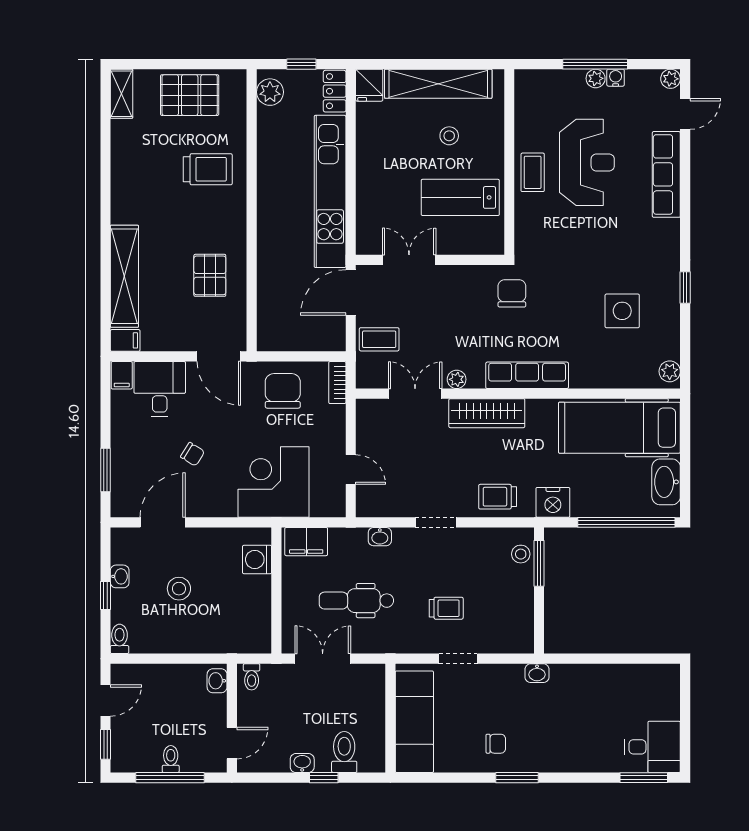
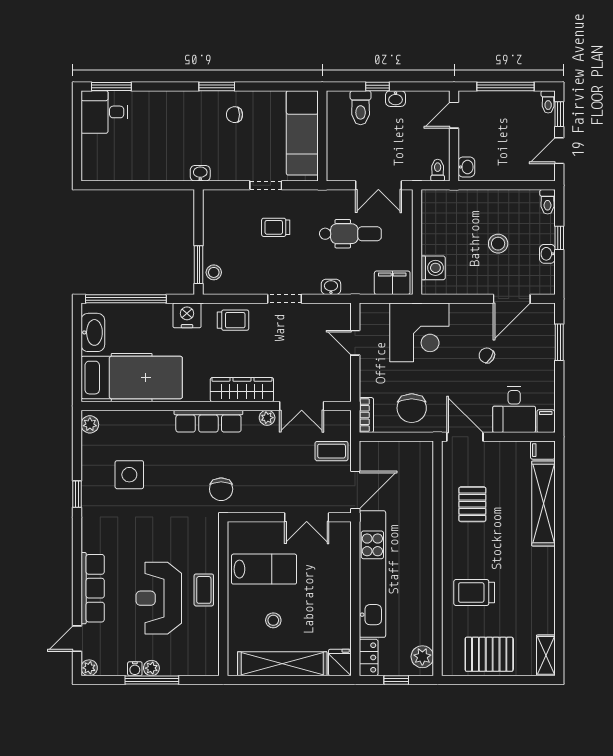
toilet: (171, 759) -> (548, 102), moved

